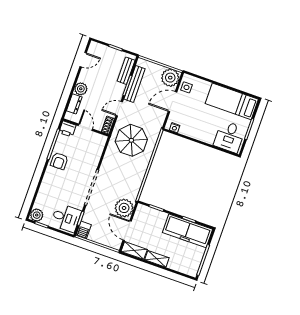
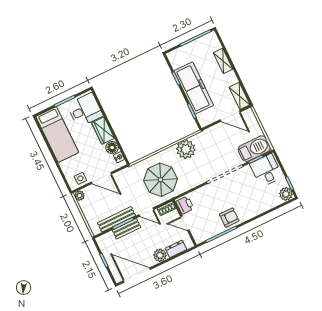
door: (83, 60) -> (137, 275), width x1.87
bench: (126, 71) -> (127, 229), moved
plant: (170, 78) -> (79, 196), width x0.53, depth x0.53
door: (85, 127) -> (185, 223), hinge flipped
printer: (67, 129) -> (185, 205), moved
floor lamp: (186, 130) -> (112, 148), added
wardrobe: (203, 135) -> (103, 131), added
plant: (124, 208) -> (186, 149), moved
barbecue: (84, 230) -> (254, 149), width x1.88, depth x1.53
door: (127, 231) -> (230, 116), hinge flipped
freezer: (187, 231) -> (194, 88), moved
shelving: (157, 259) -> (223, 61), moved

